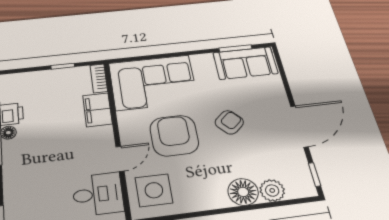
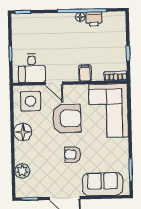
sofa: (245, 63) -> (103, 184), moved, turned 90
filing cabinet: (97, 110) -> (85, 73), width x0.50
armchair: (229, 122) -> (72, 155), turned 132
floor lamp: (243, 192) -> (23, 132), moved

